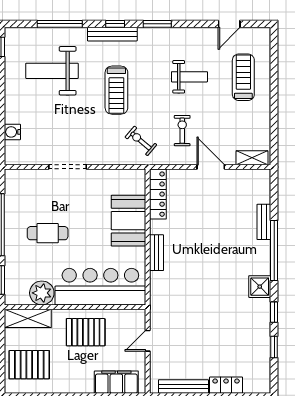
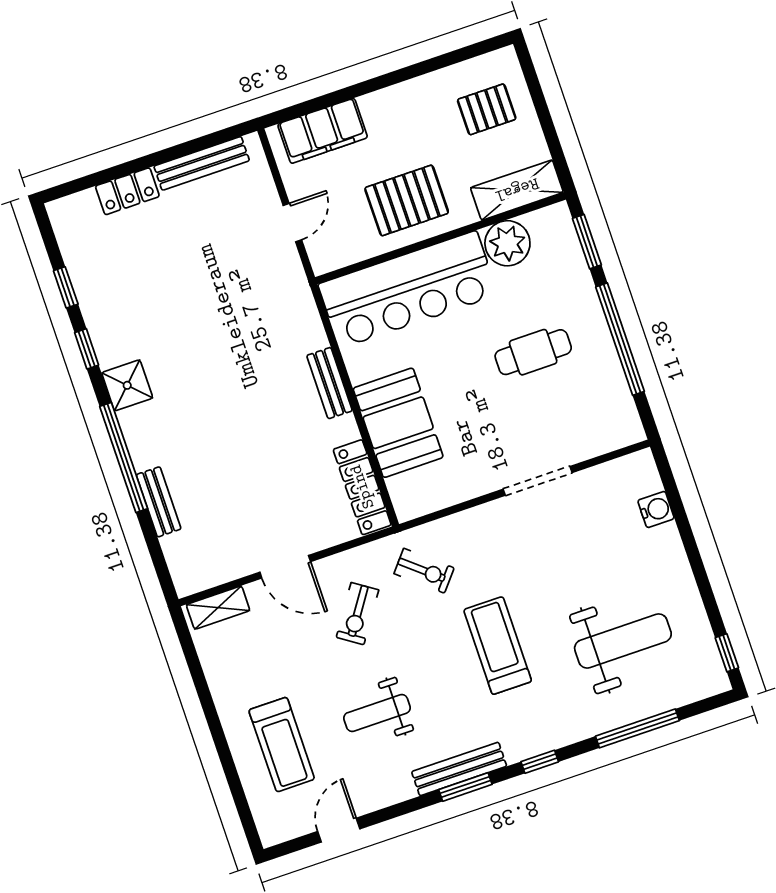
bench: (112, 34) -> (459, 769), moved
exercise bike: (182, 131) -> (357, 614), turned 34
pallet: (29, 365) -> (487, 109), width x0.67, depth x0.71

